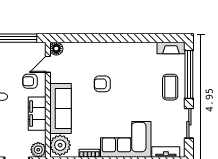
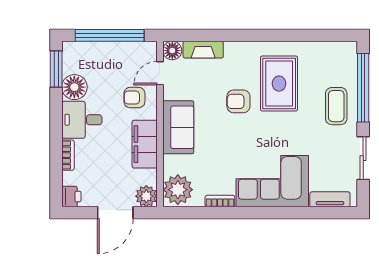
fireplace: (171, 48) -> (203, 50), moved
rug: (130, 72) -> (279, 84), added
sofa: (60, 109) -> (178, 127), width x0.73

